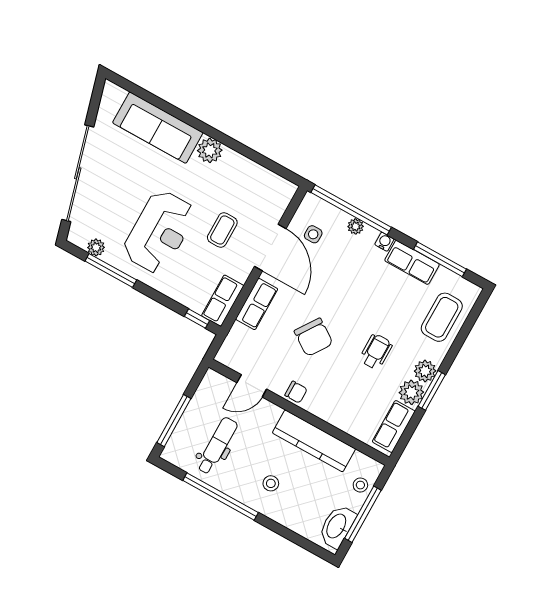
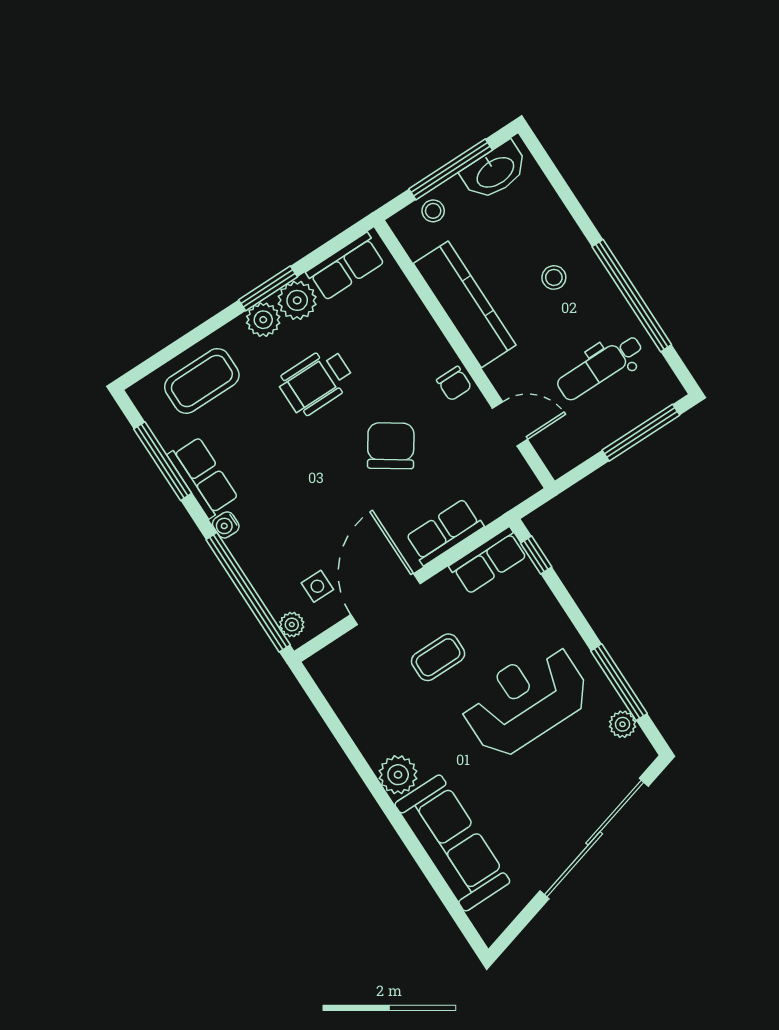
plant: (356, 226) -> (292, 624), moved
wheelchair: (376, 352) -> (316, 381), width x1.36, depth x1.37
chair: (296, 392) -> (454, 384), turned 180

